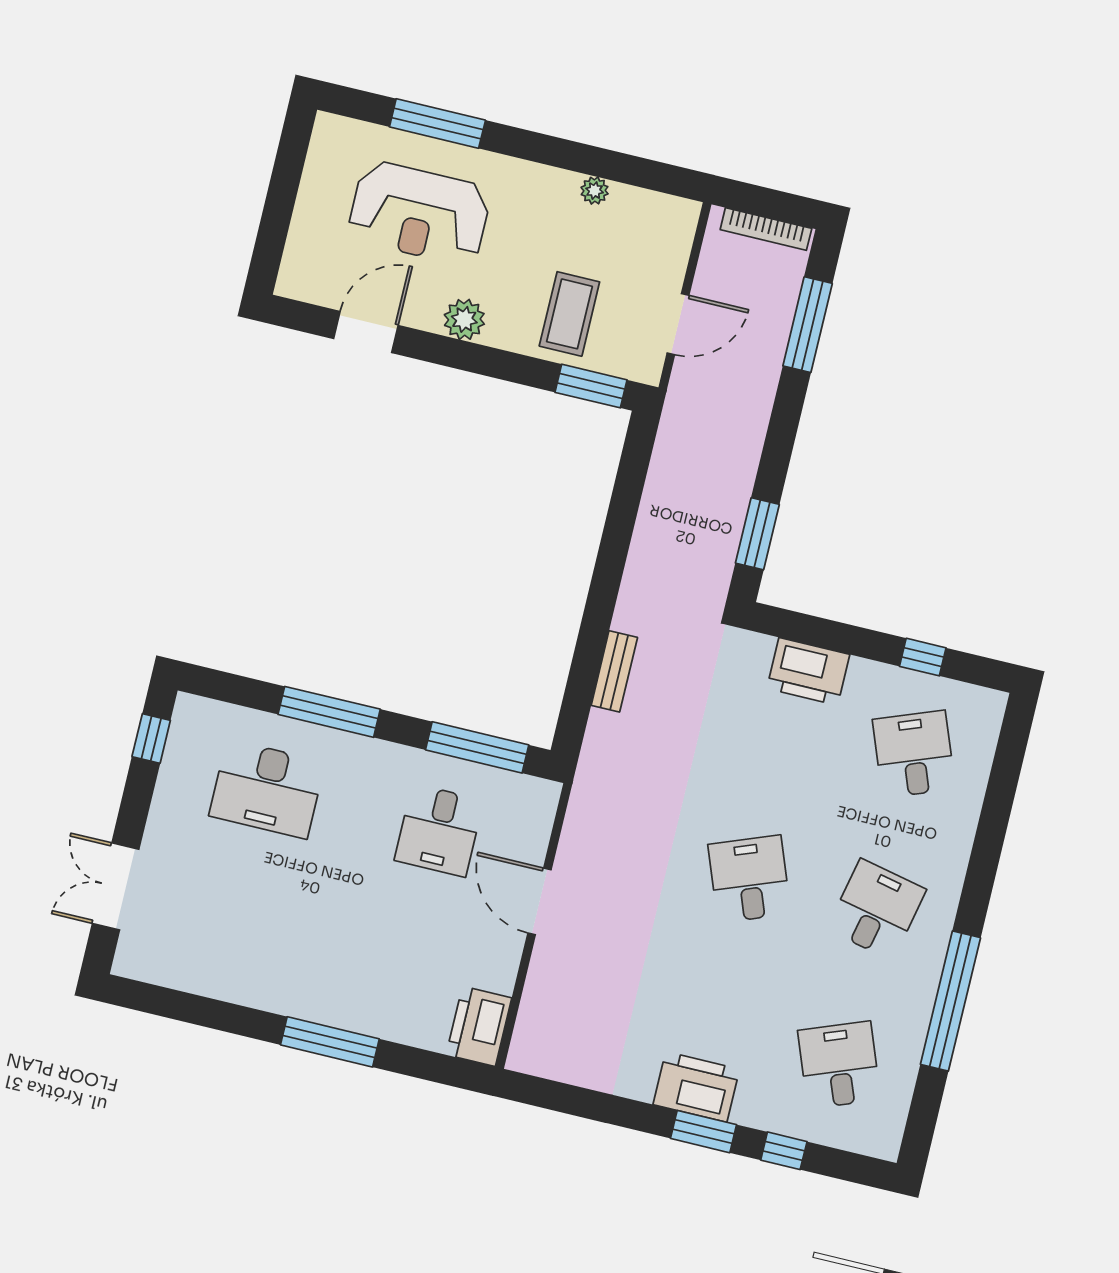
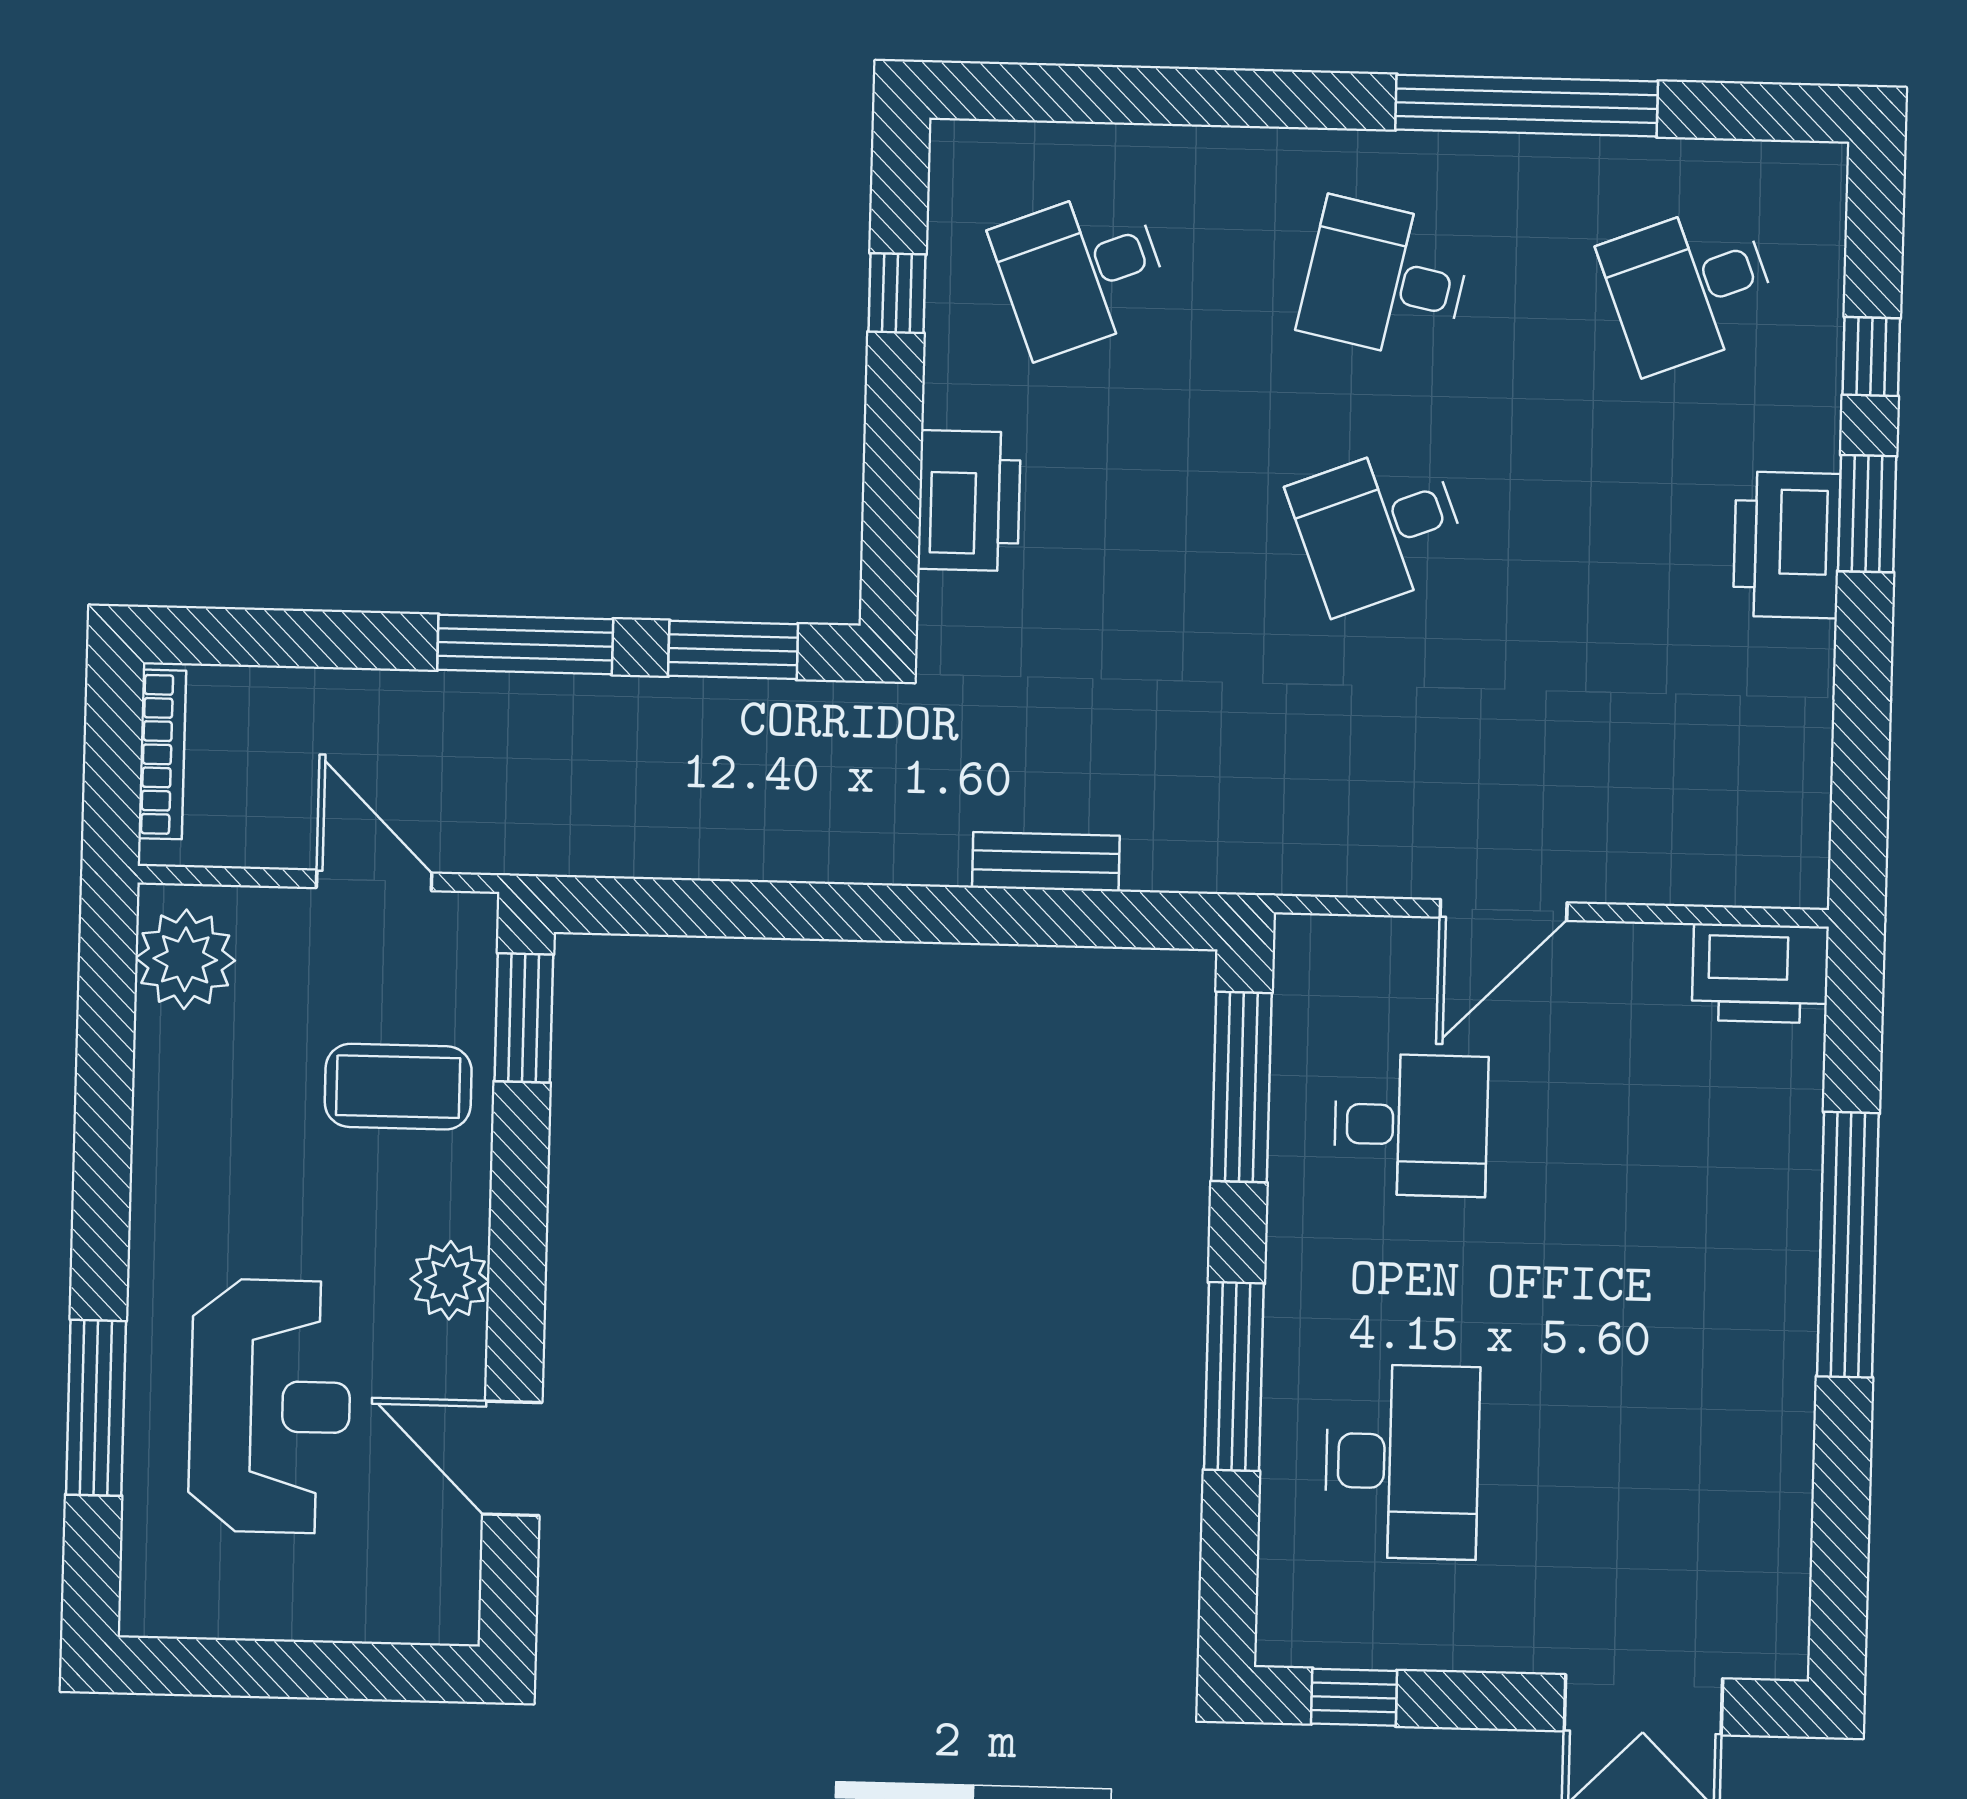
plant: (595, 191) -> (185, 959), moved, width x1.88, depth x1.88
window: (808, 325) -> (525, 644), moved
window: (330, 1042) -> (1848, 1245), width x1.46

